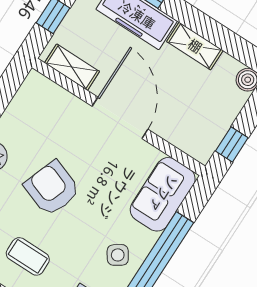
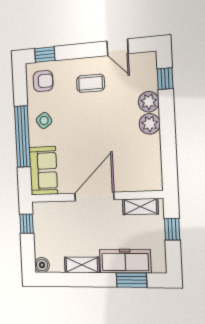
door: (120, 118) -> (94, 197), swing flipped
armchair: (52, 188) -> (104, 131), removed

